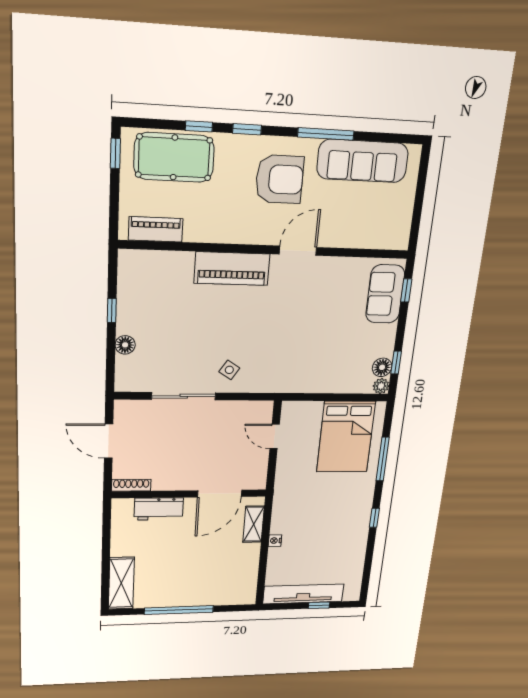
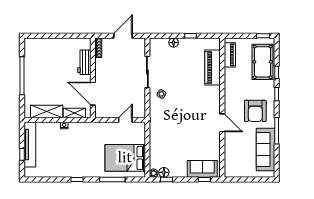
piano: (232, 269) -> (213, 68), moved
shelving: (121, 583) -> (47, 112), moved

